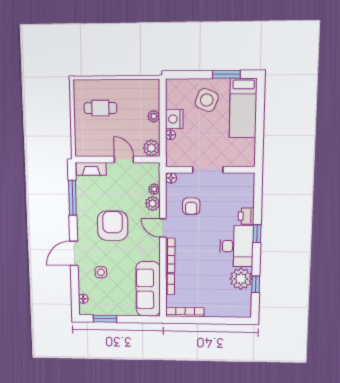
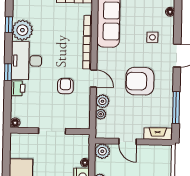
floor lamp: (171, 178) -> (15, 123), moved
armchair: (191, 206) -> (65, 86), moved
armchair: (113, 226) -> (140, 81), turned 90

